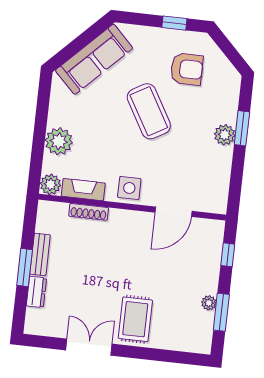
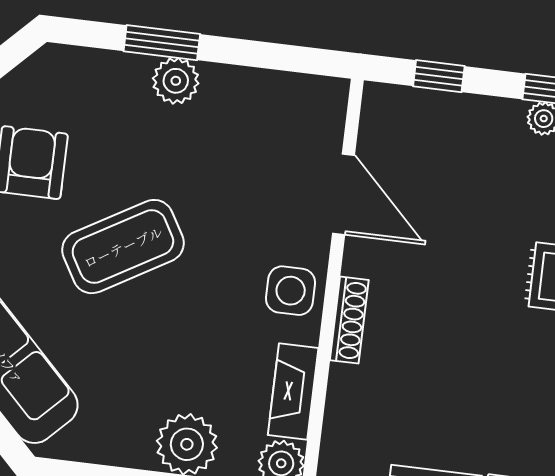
shoe rack: (89, 212) -> (349, 320), moved

